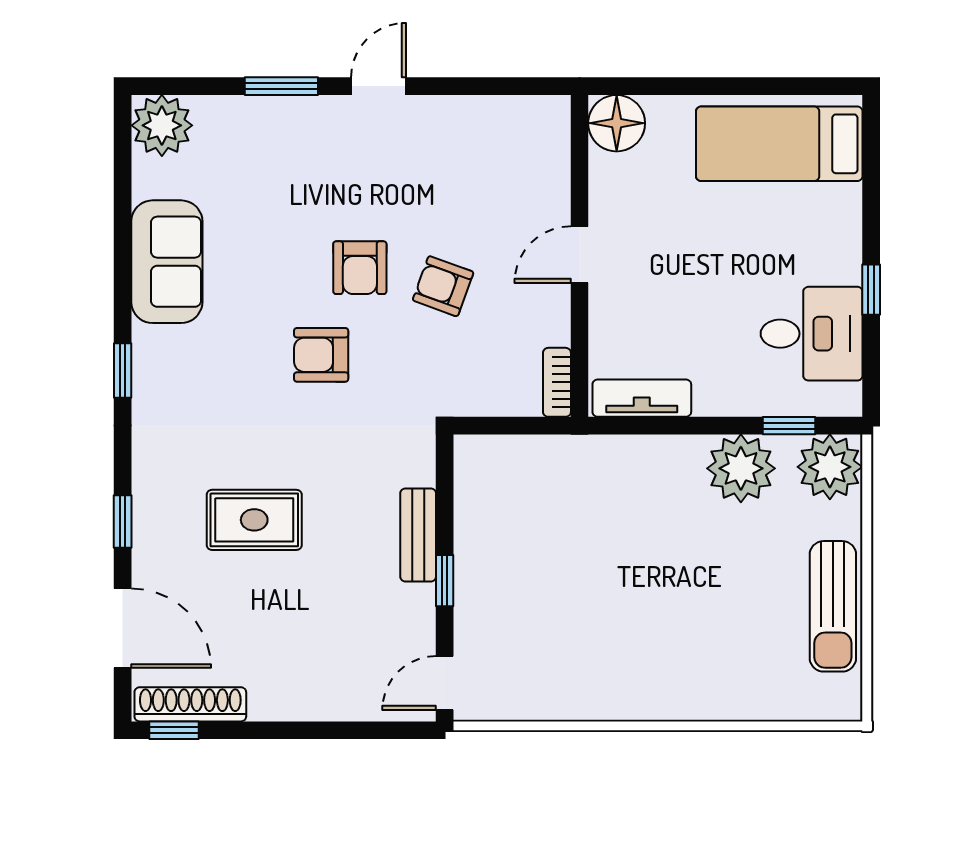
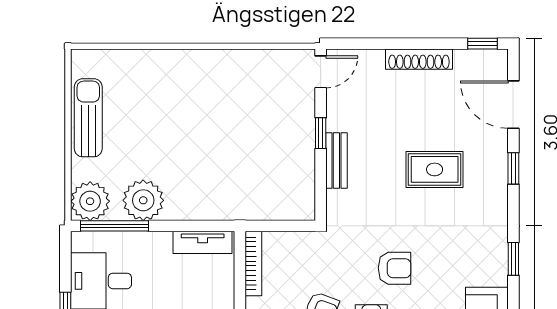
bookcase: (557, 382) -> (253, 263), width x1.56
window: (789, 426) -> (114, 226), width x2.17
shoe rack: (190, 704) -> (419, 59), moved

